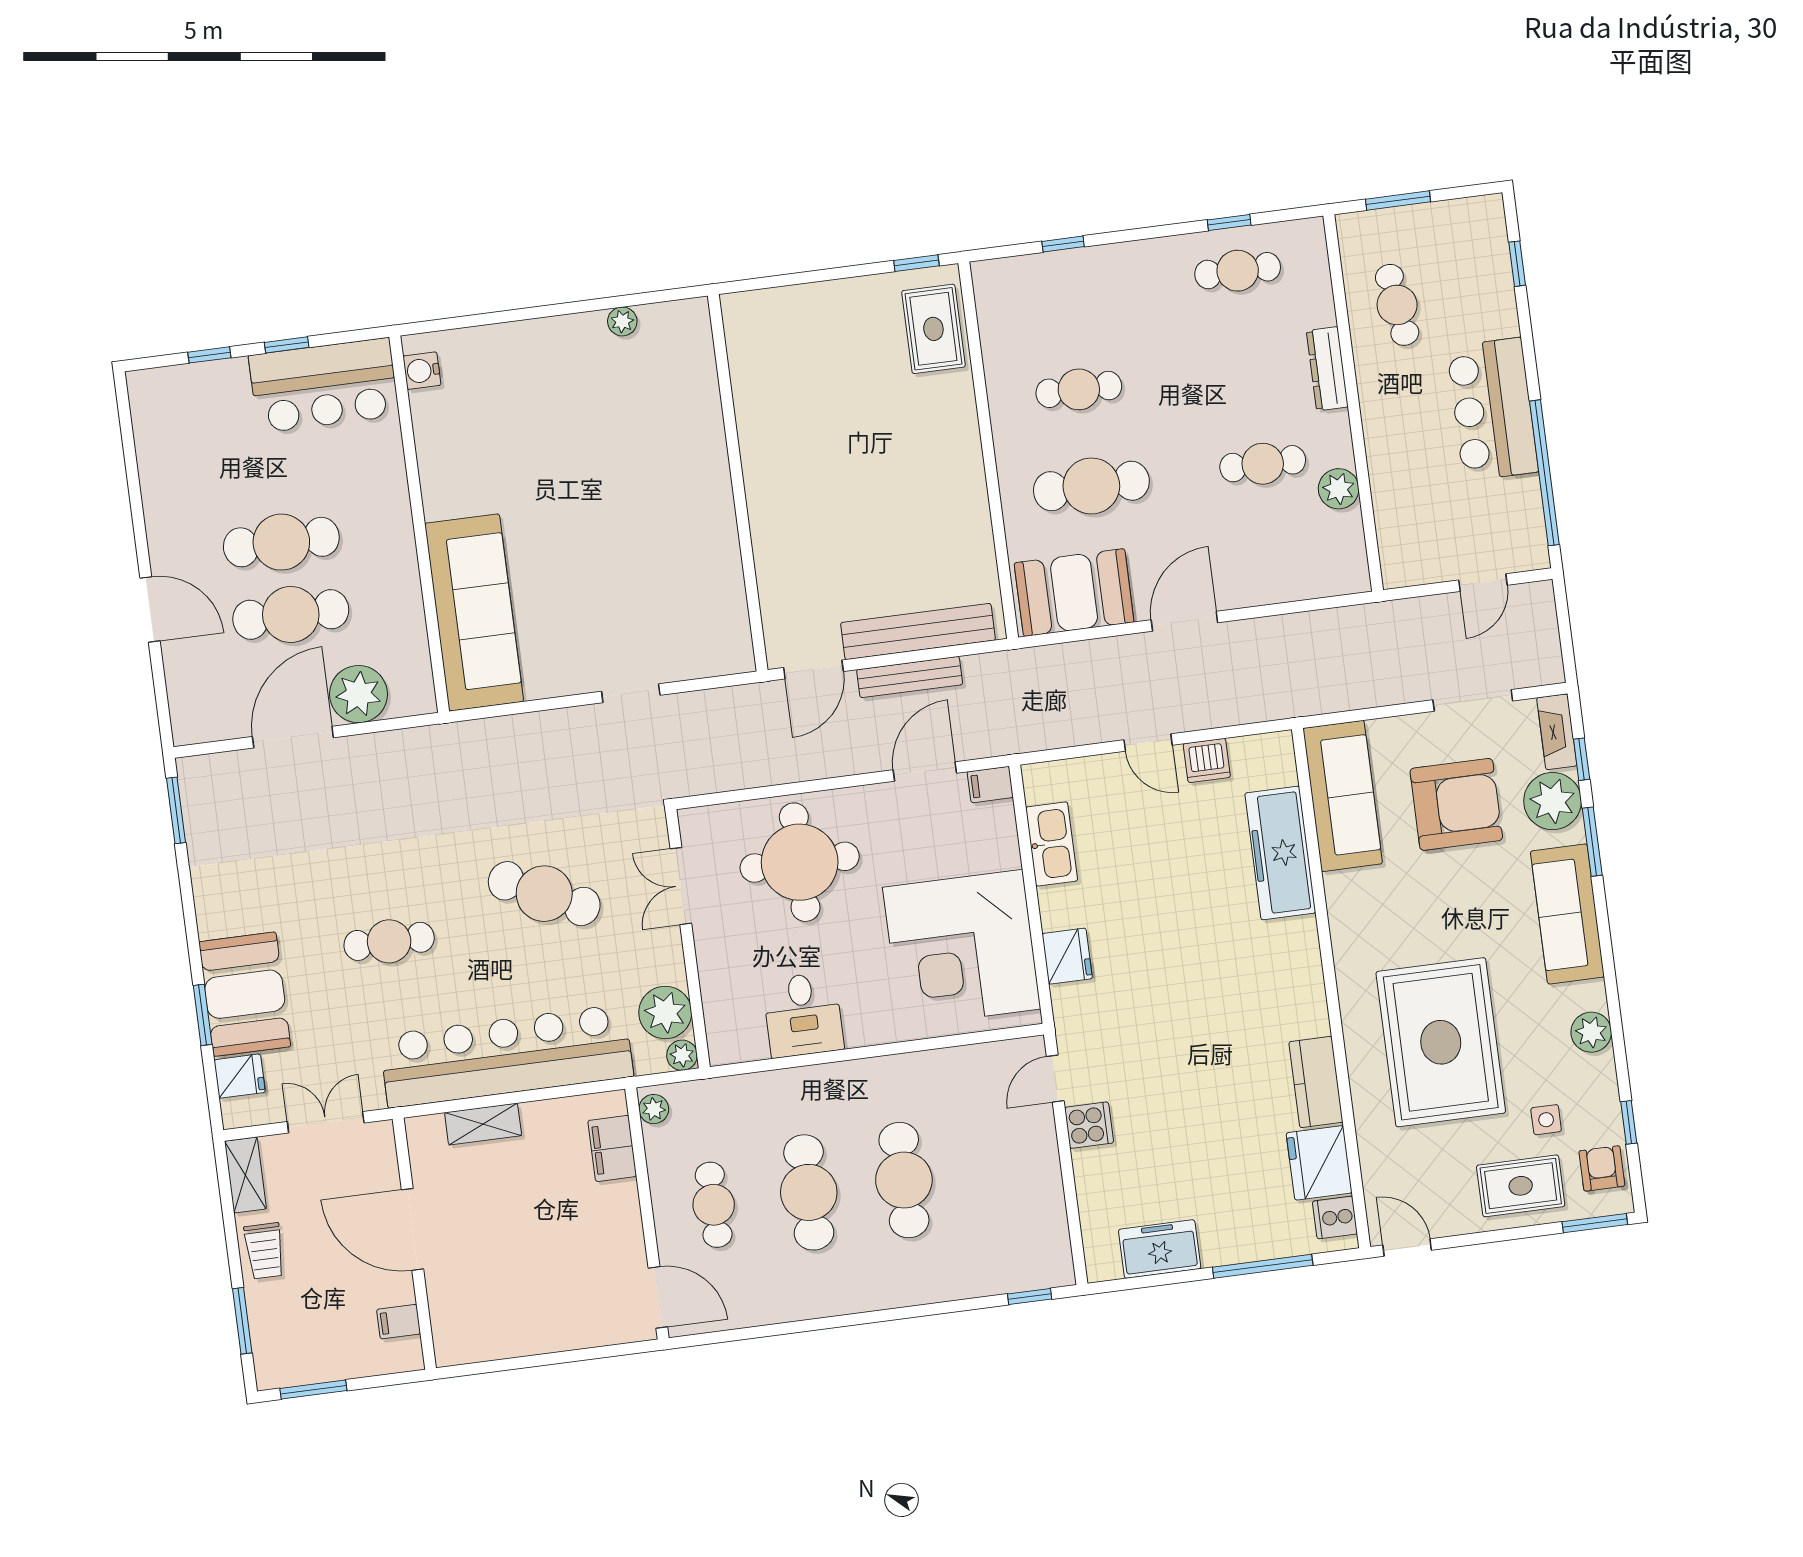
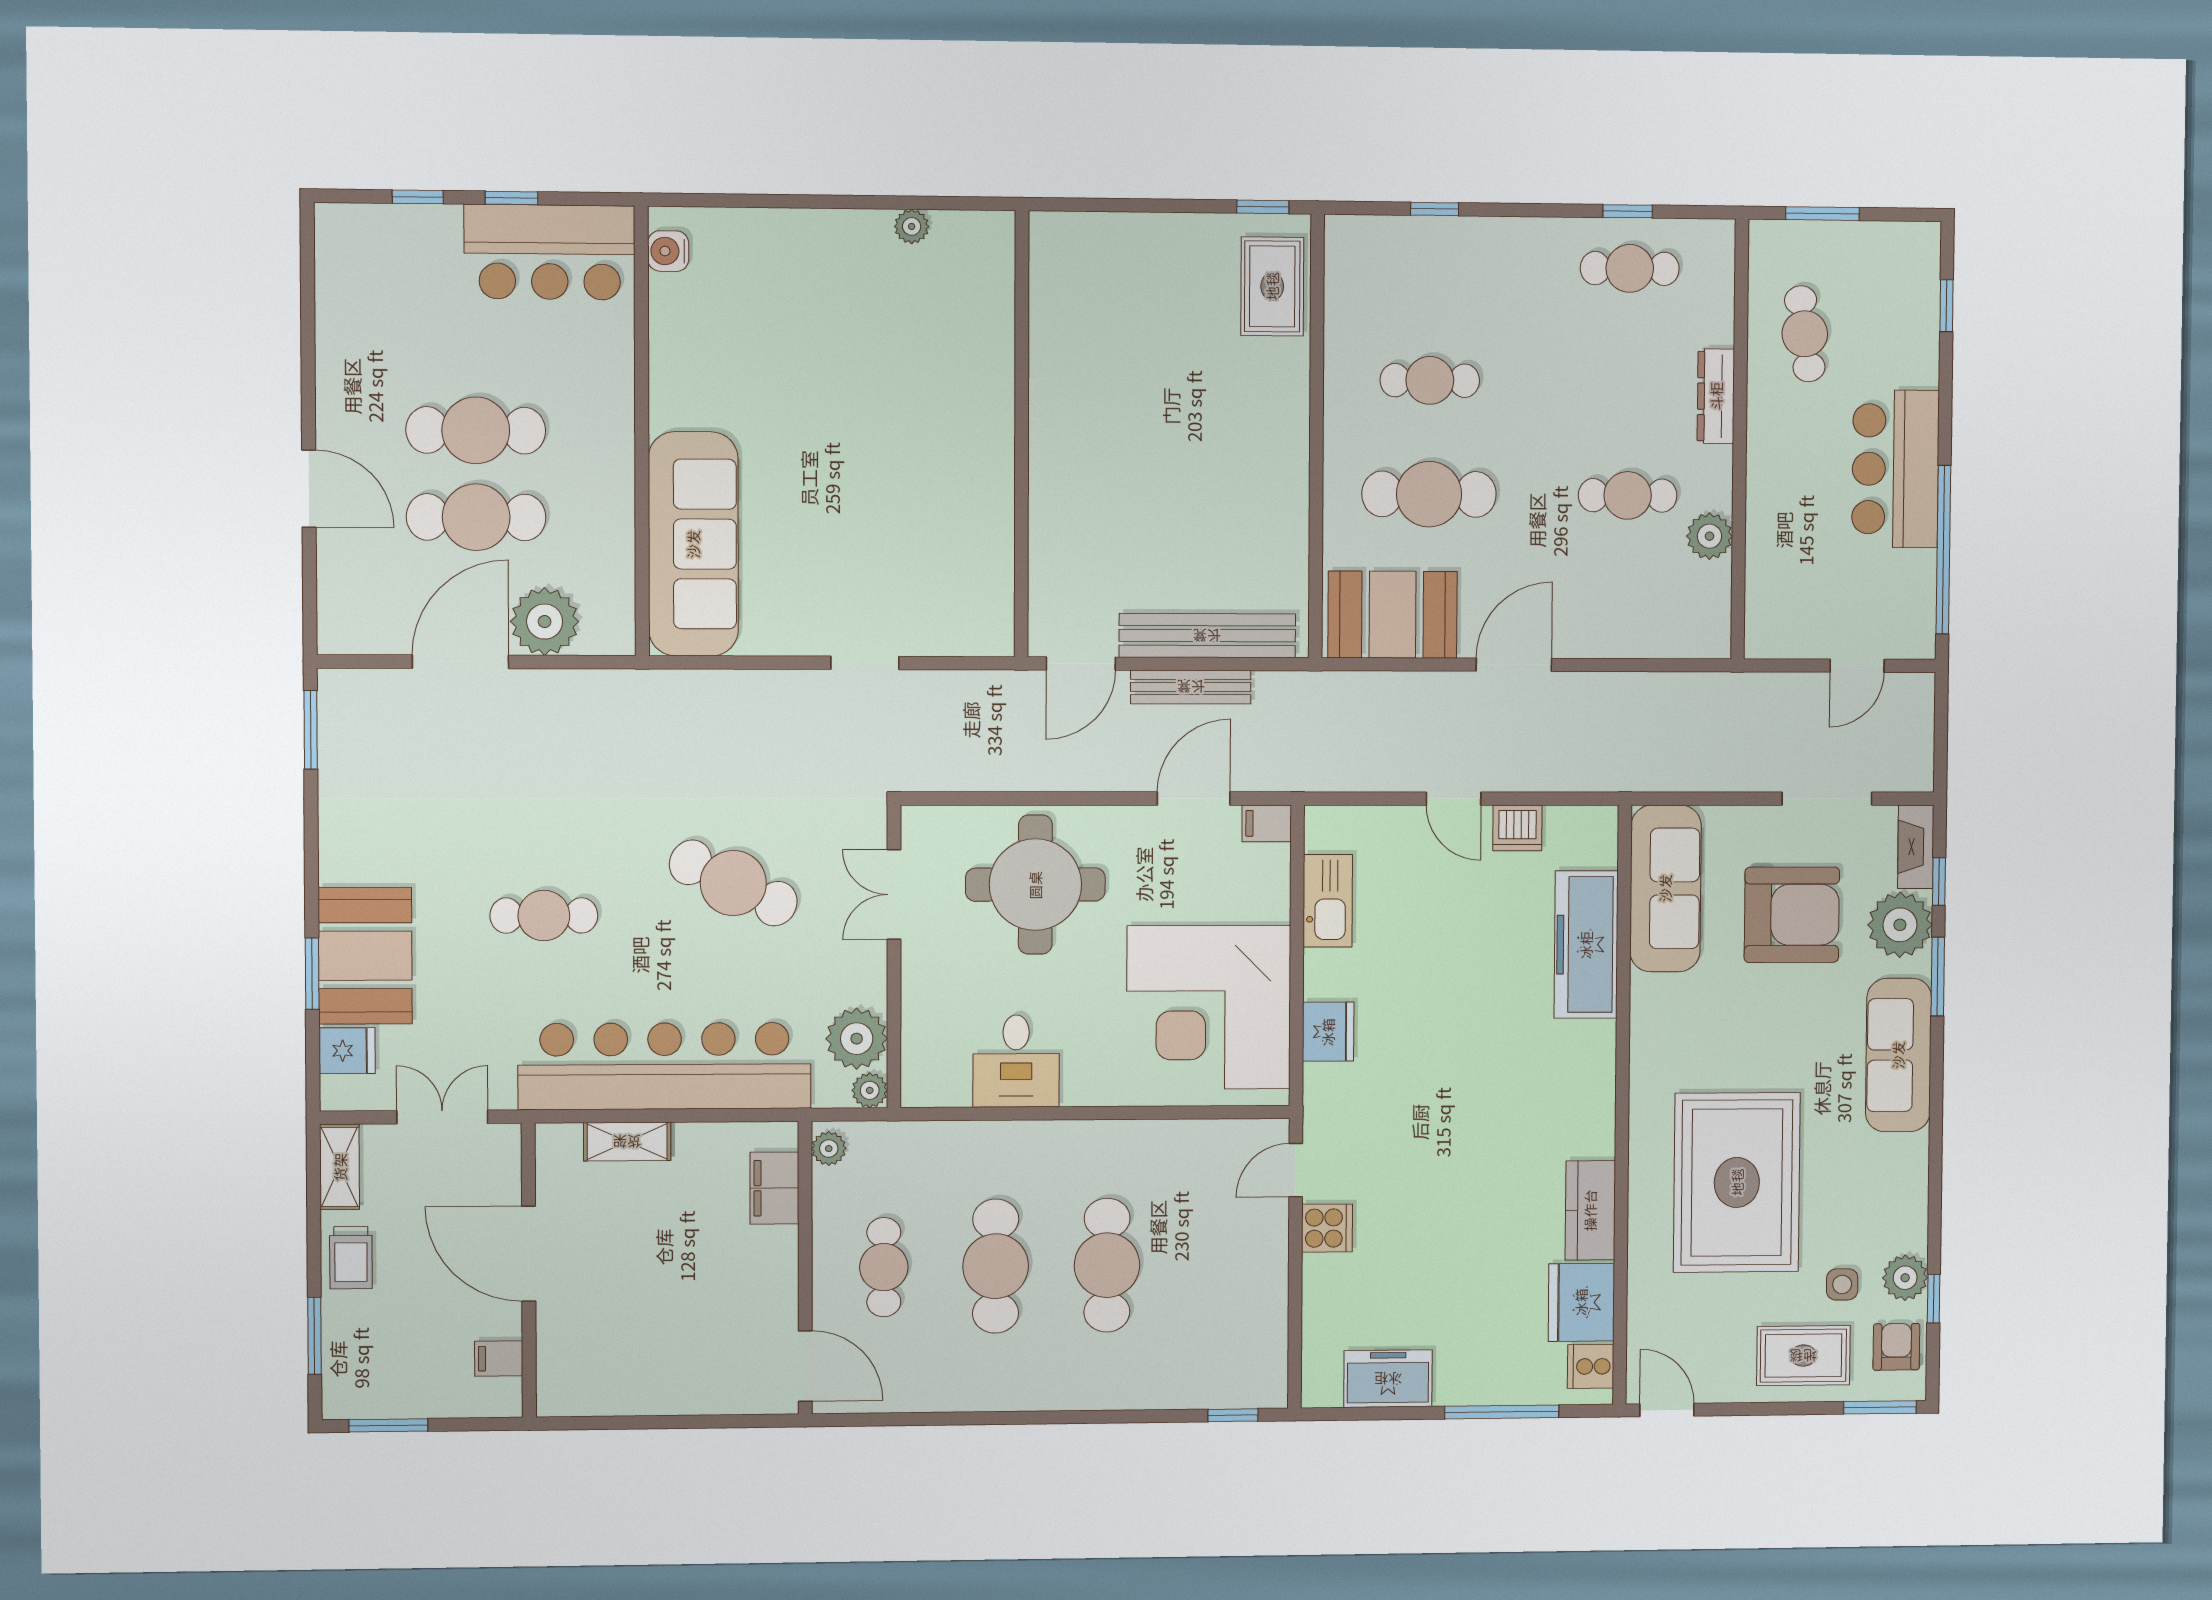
plant: (1591, 1032) -> (1905, 1278), moved

